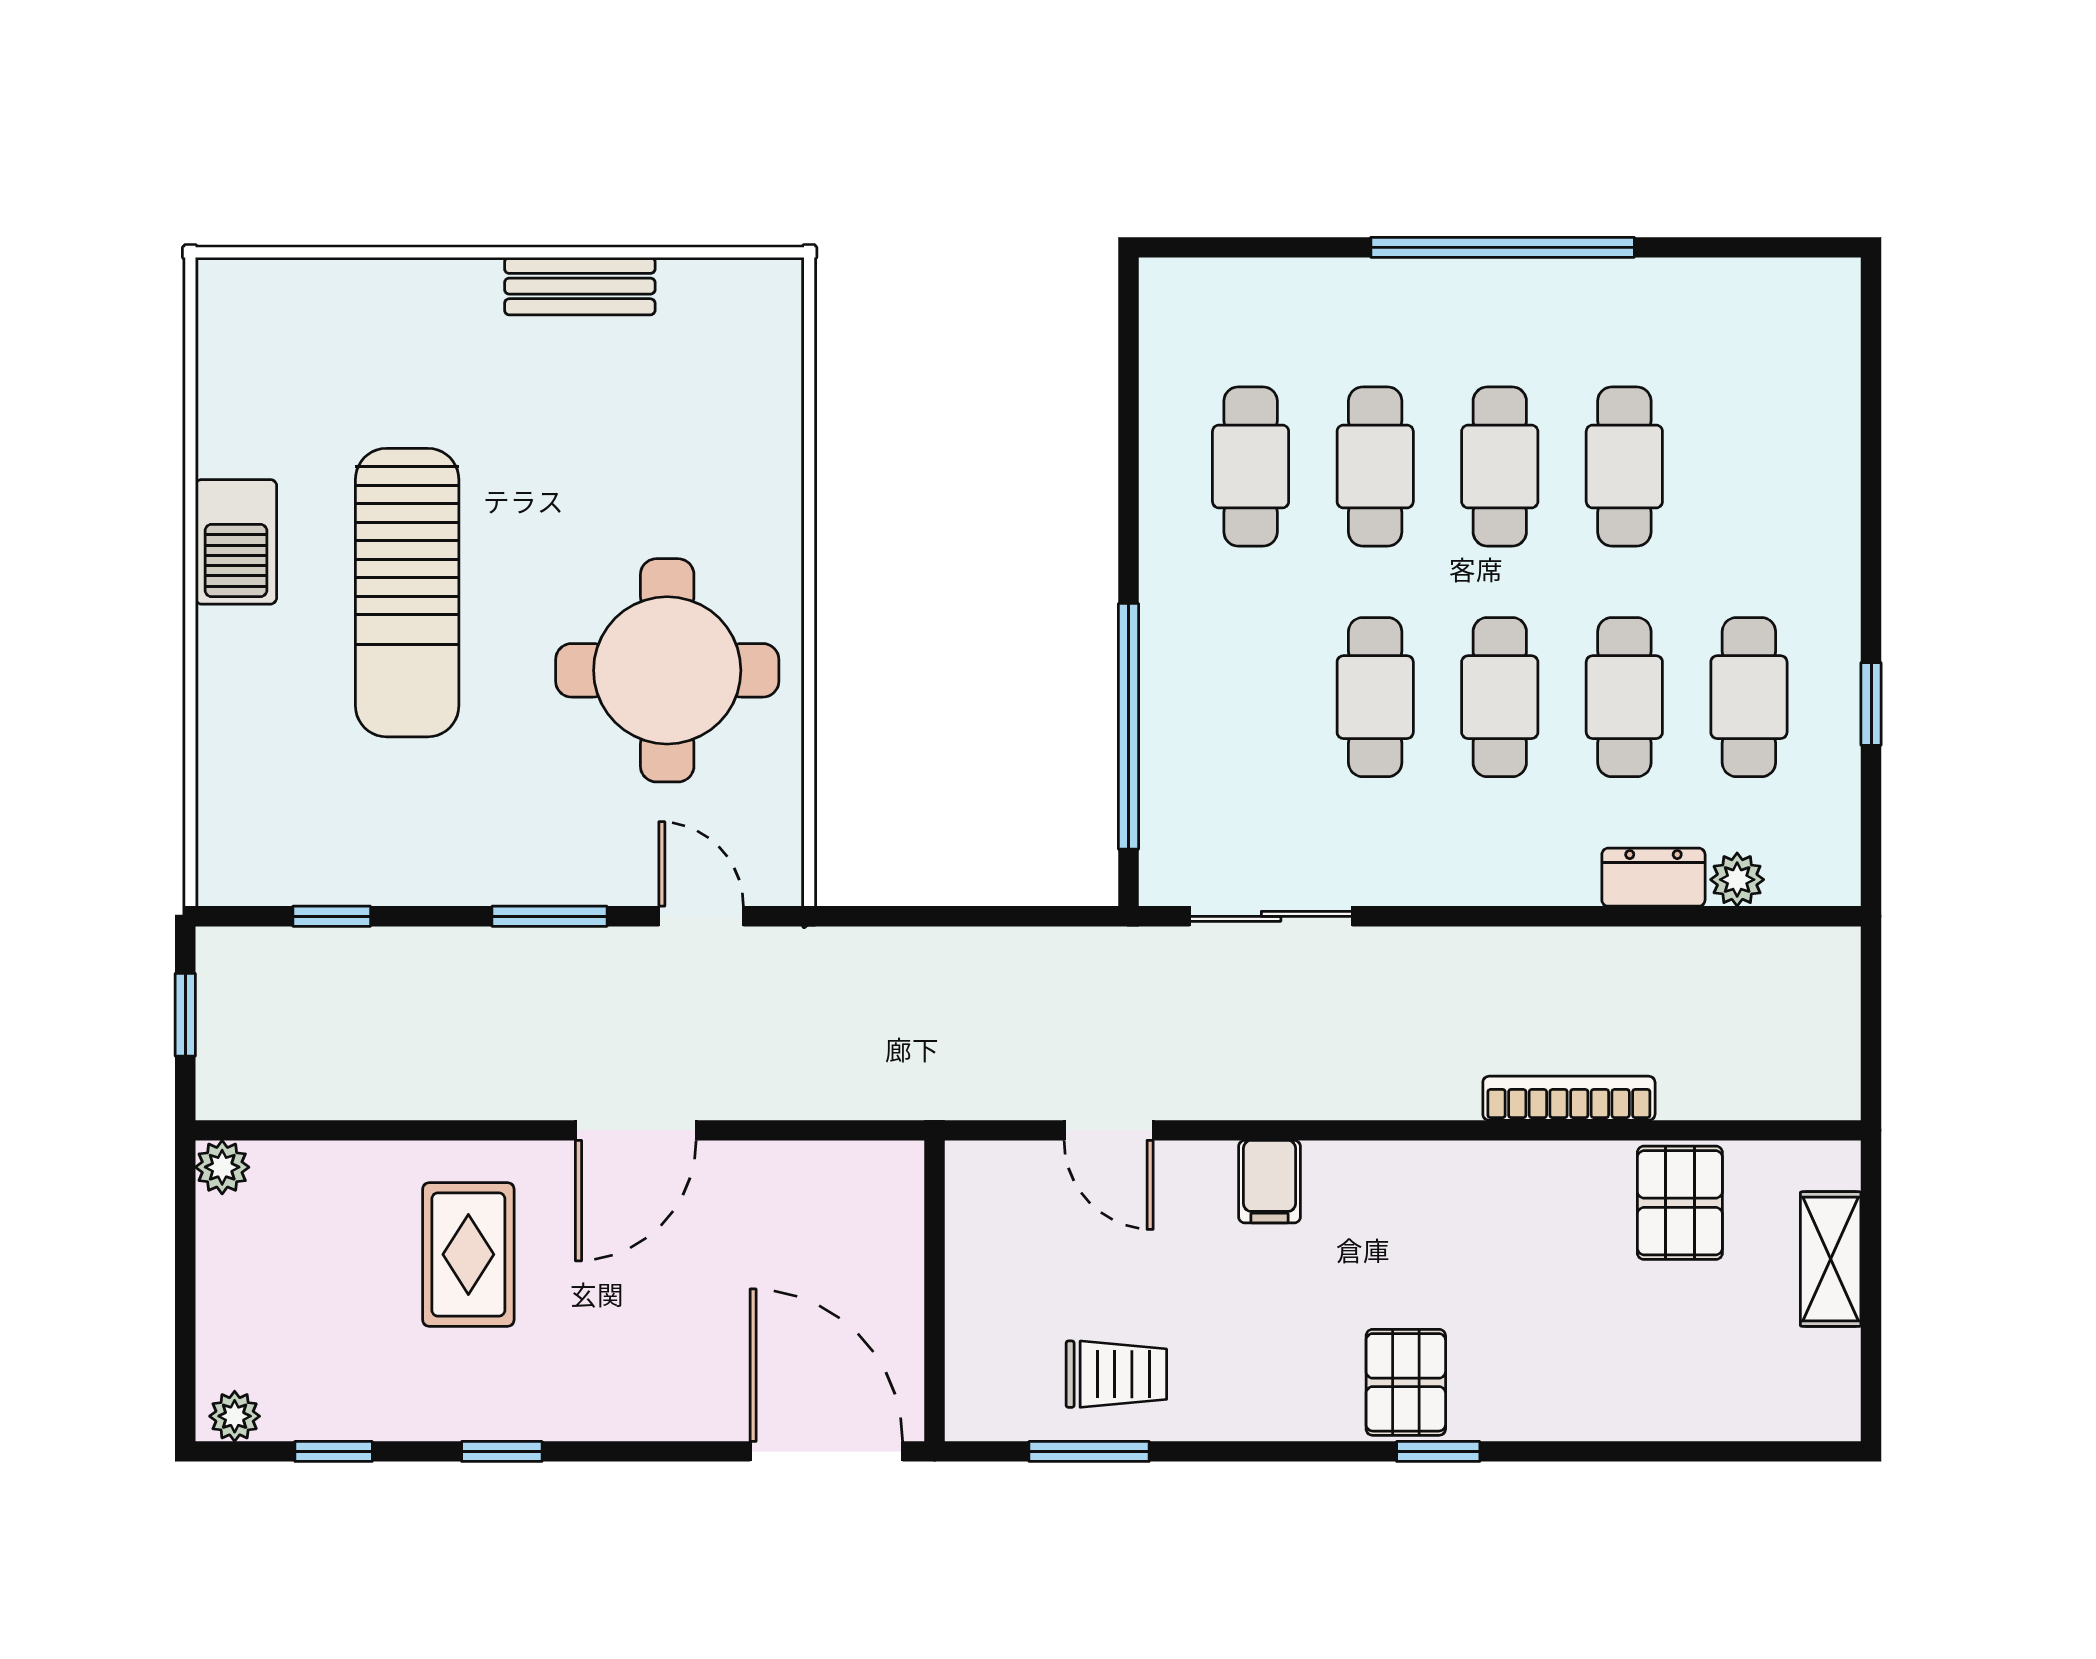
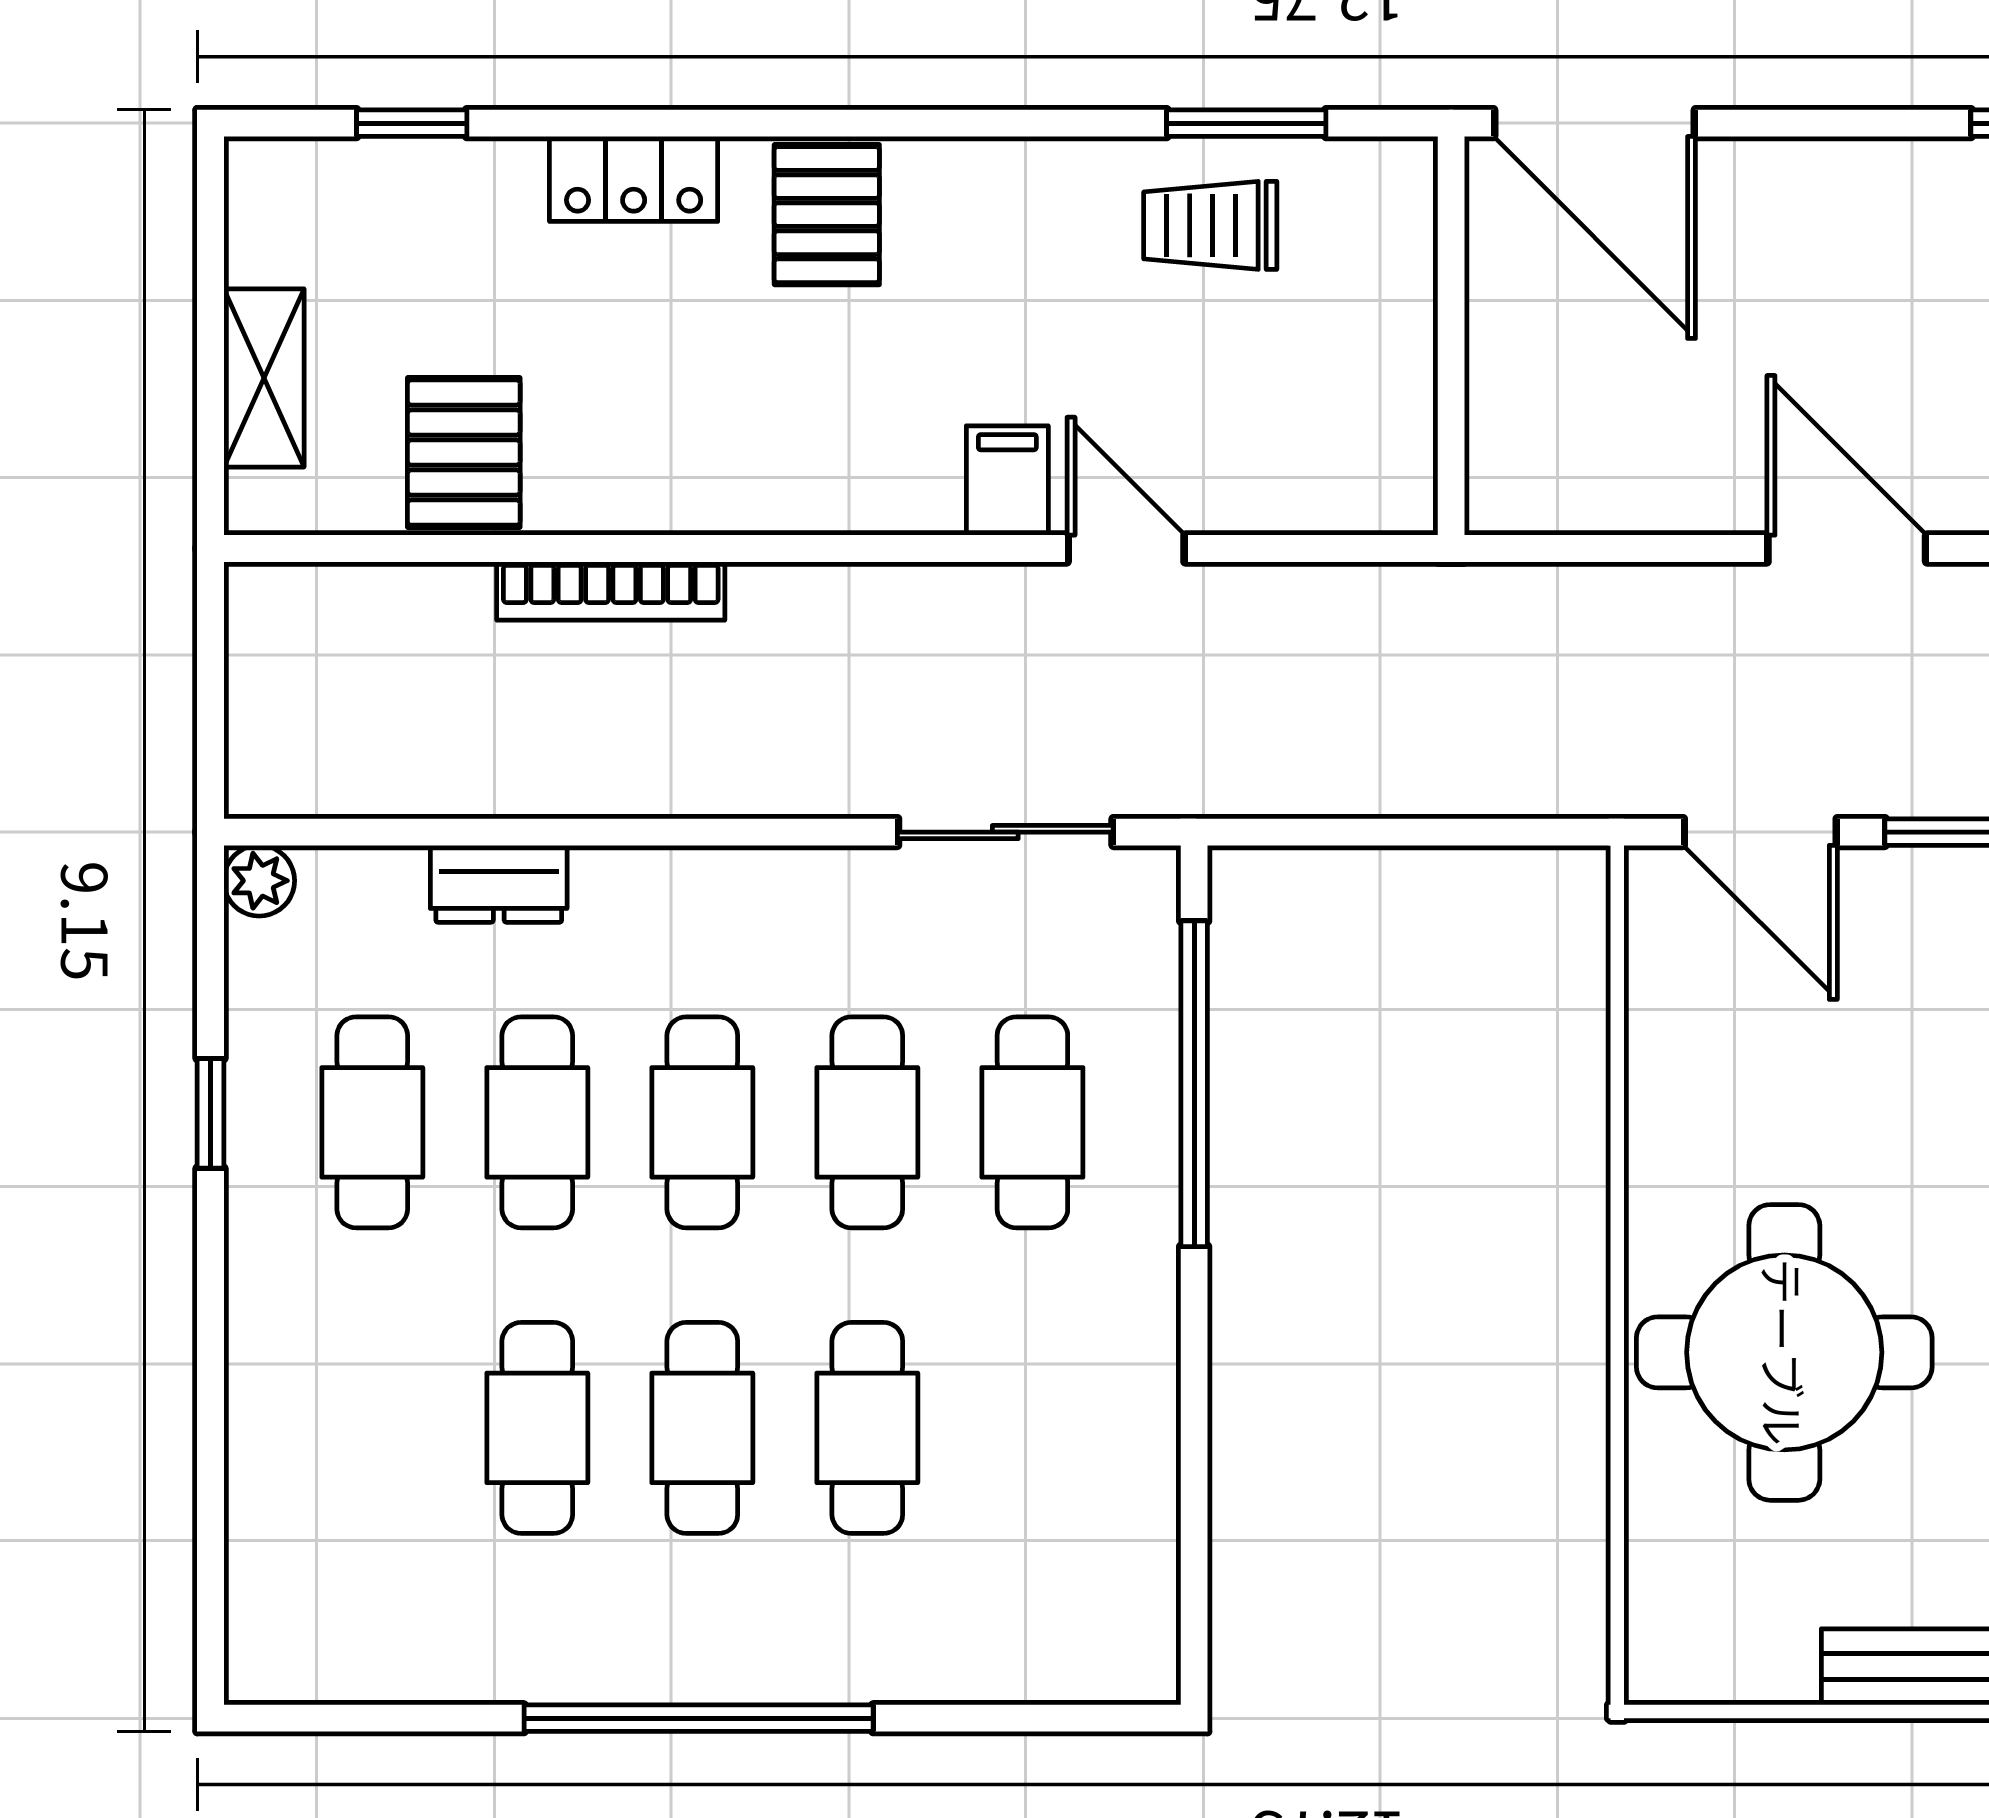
cafe table: (1251, 466) -> (1032, 1122), moved
round table: (667, 670) -> (1784, 1352), moved
plant: (1737, 880) -> (259, 881), moved
door: (701, 916) -> (1760, 832), width x1.38
door: (636, 1130) -> (1847, 548), hinge flipped
door: (1109, 1130) -> (1126, 548), moved
locker: (1552, 1409) -> (634, 179), added
window: (1438, 1451) -> (412, 123), moved

